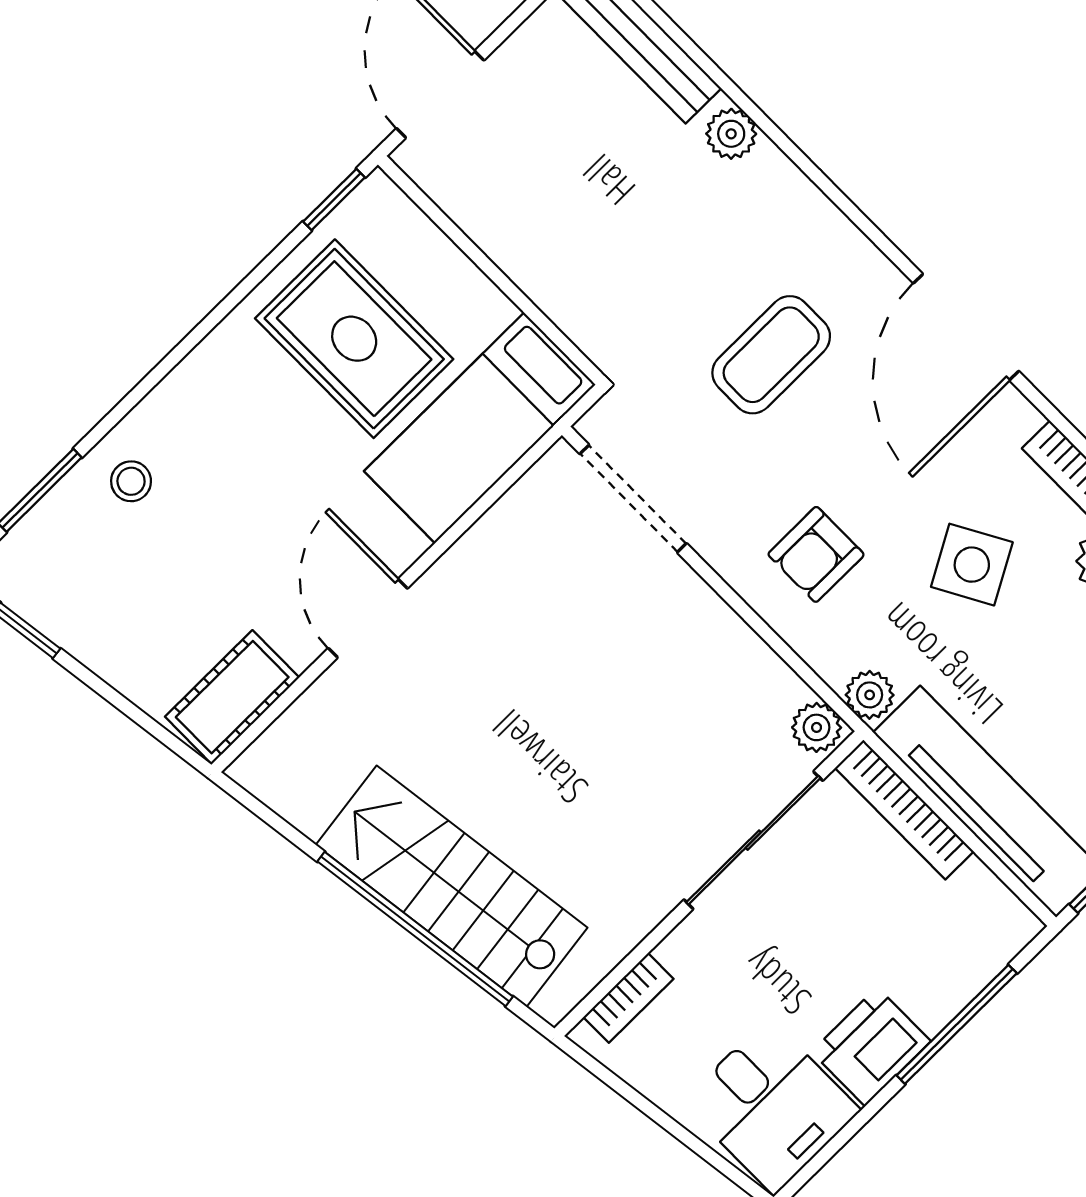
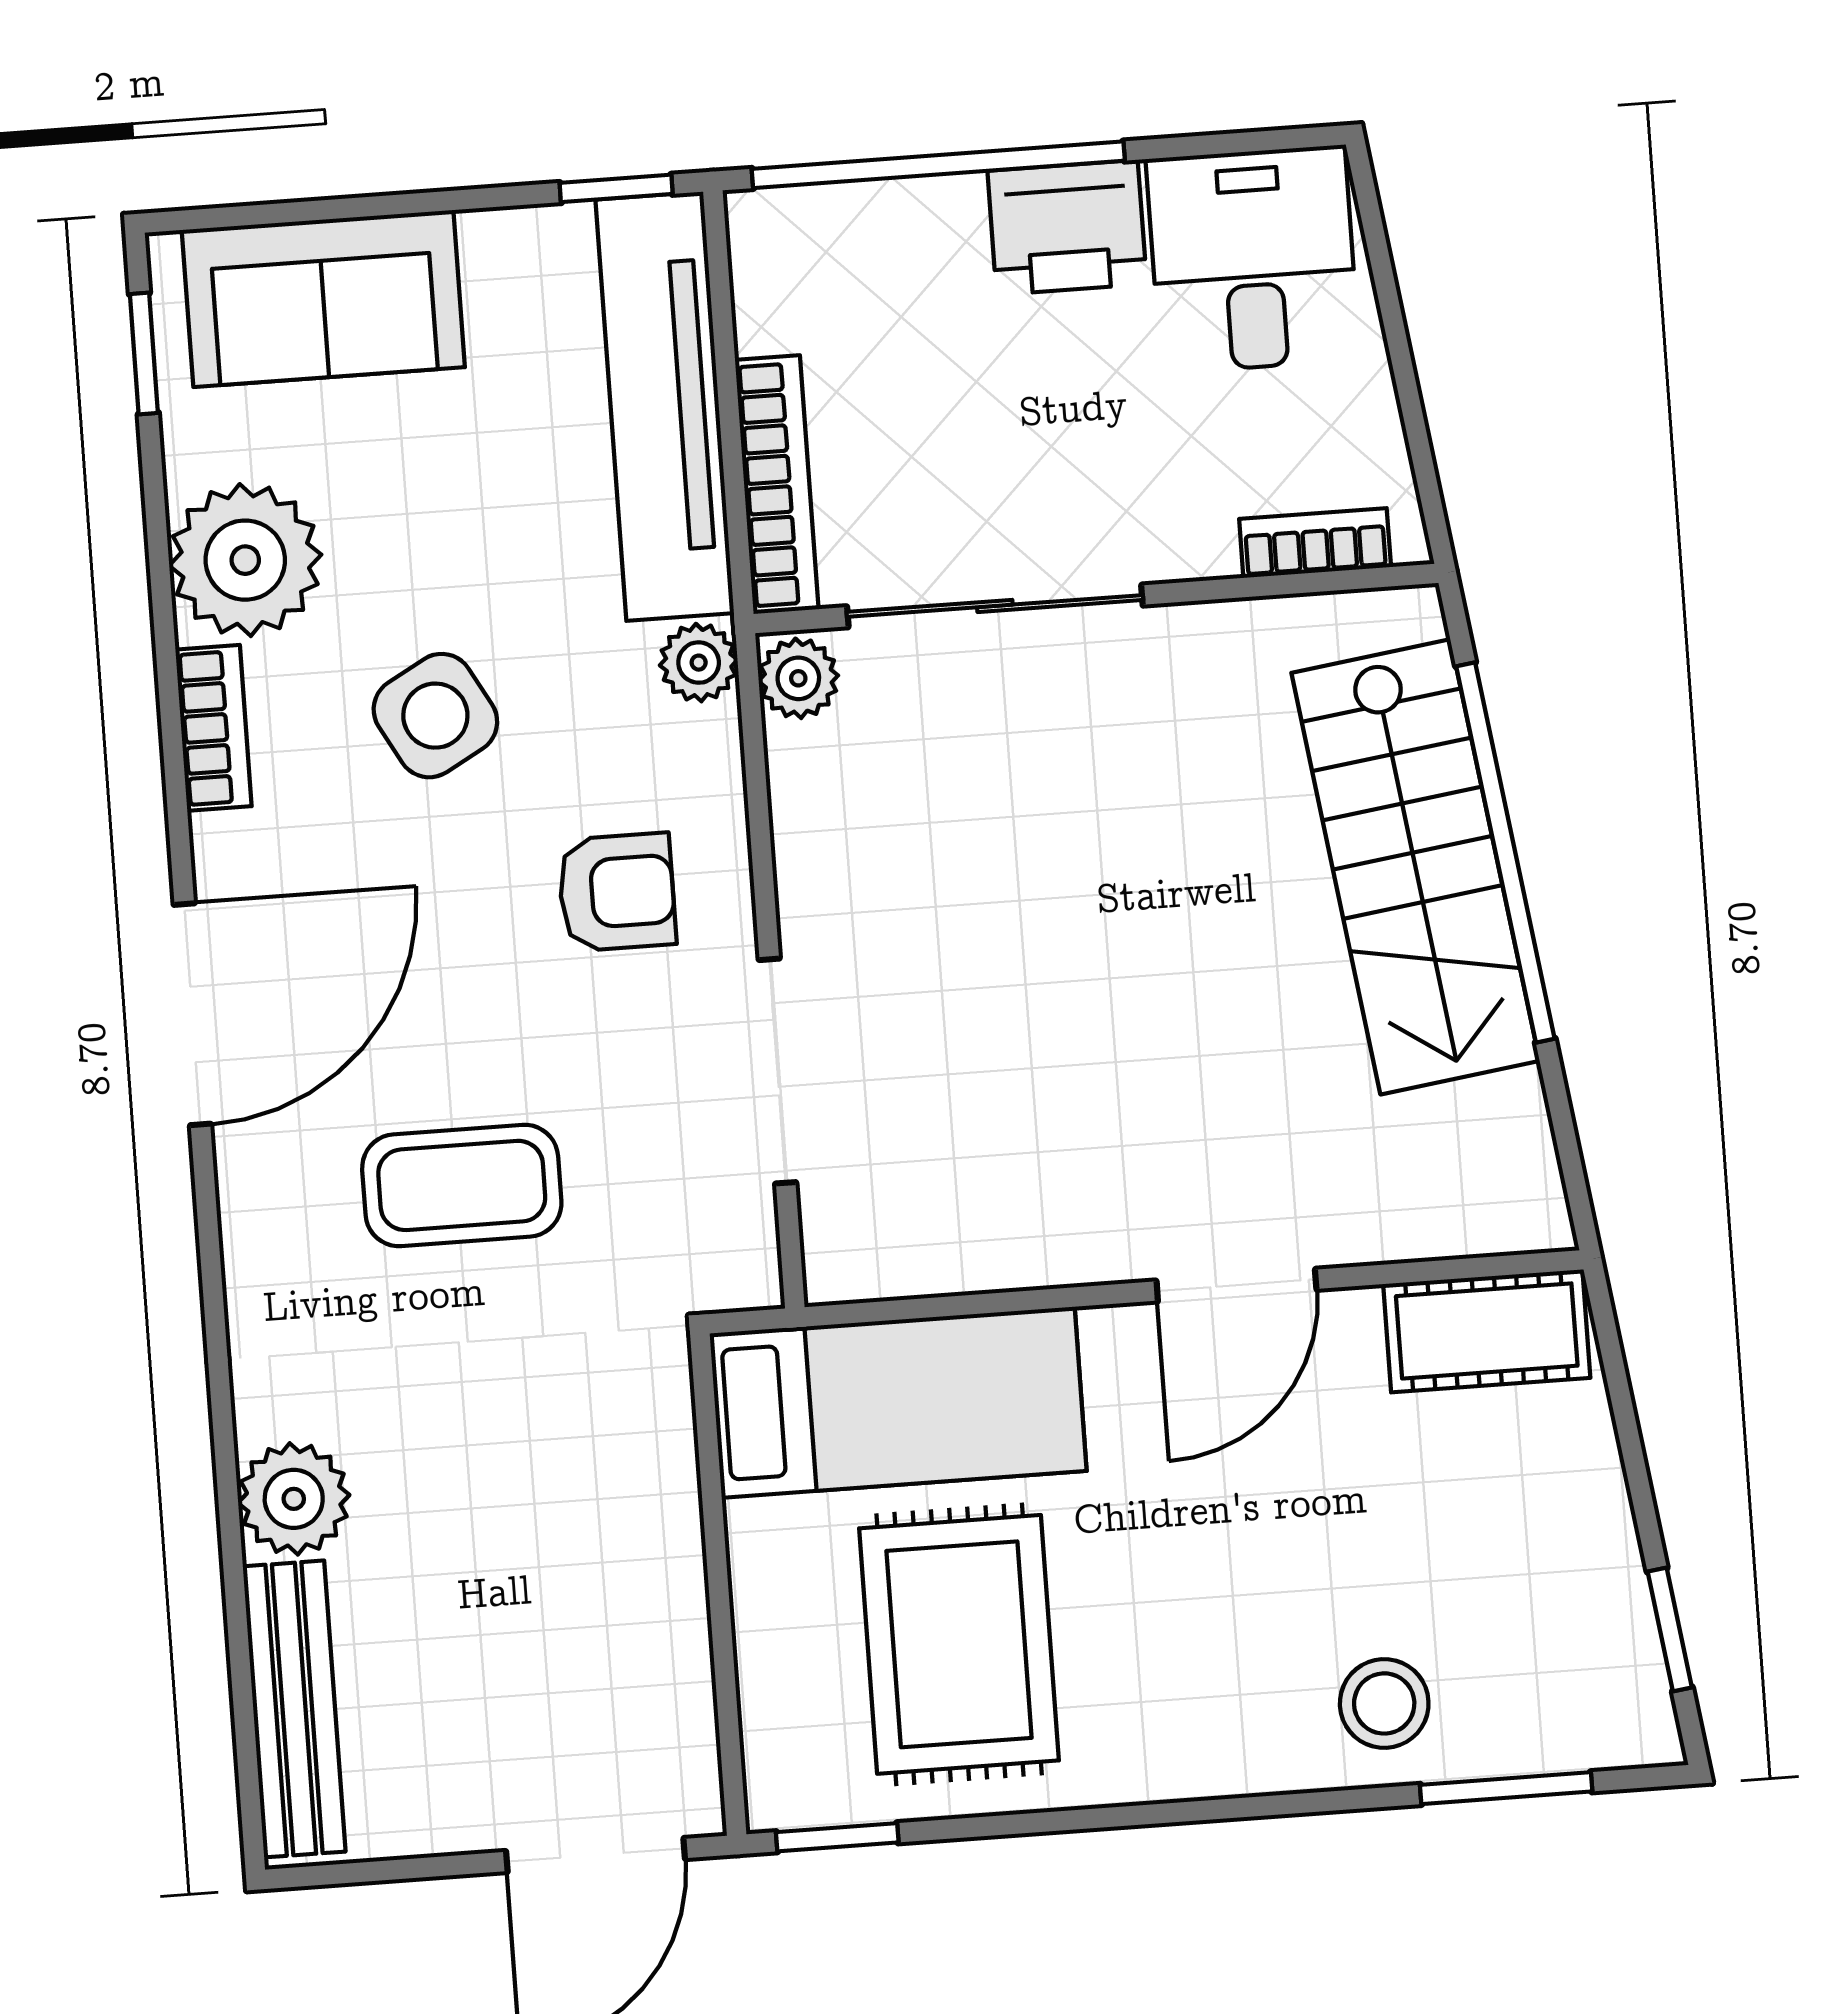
plant: (731, 134) -> (294, 1499), width x1.38, depth x1.38
stool: (131, 481) -> (1384, 1703), width x1.37, depth x1.37
doorway: (633, 499) -> (777, 1071), moved
window: (957, 1024) -> (938, 165), width x1.46

